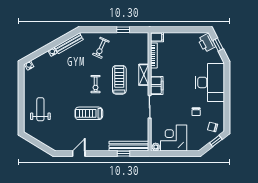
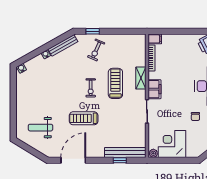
window: (123, 30) -> (93, 31), moved
weight bench: (40, 109) -> (40, 128), moved, turned -90
door: (79, 154) -> (73, 160), width x1.87

